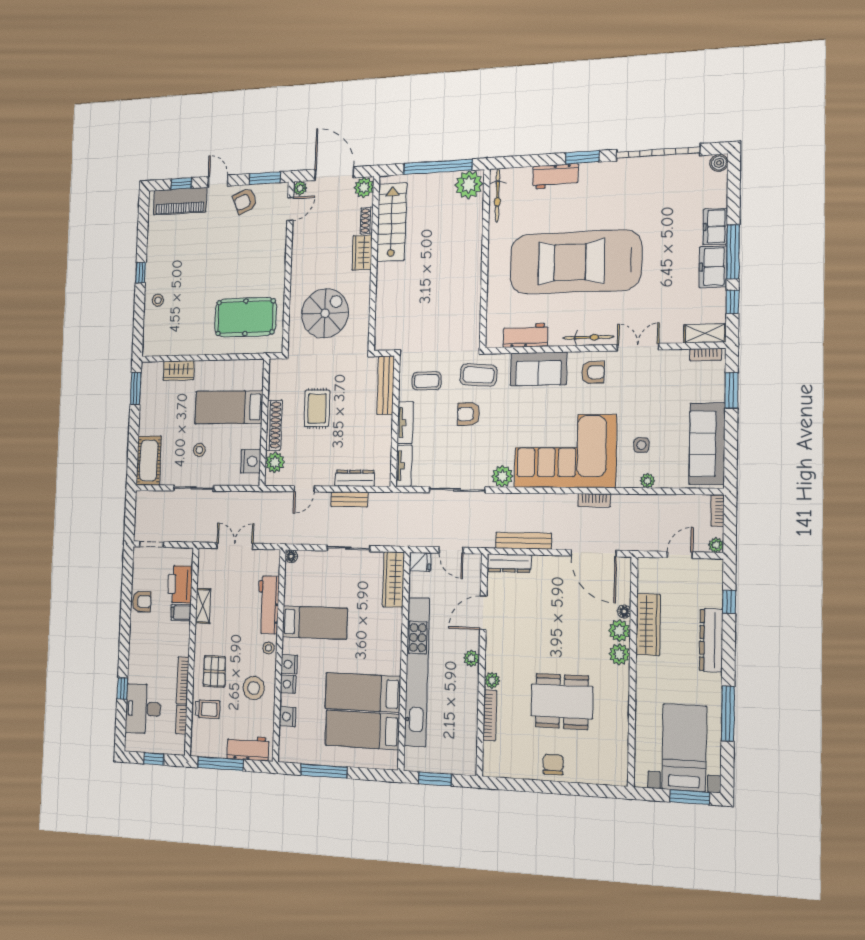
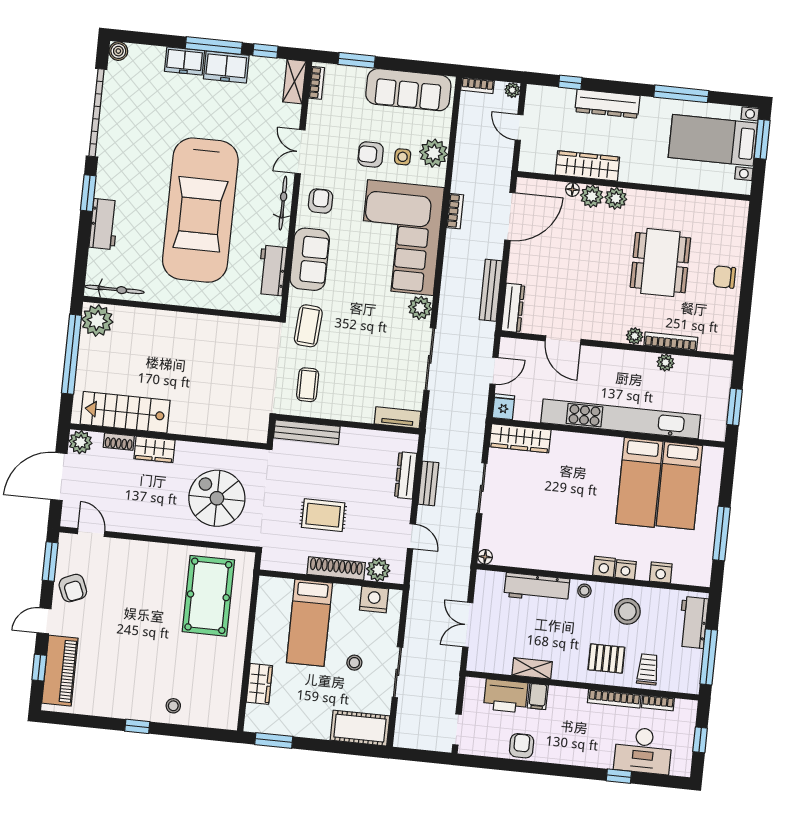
plant: (300, 188) -> (69, 519), removed
armchair: (468, 414) -> (371, 154), moved, turned 90
tv unit: (405, 423) -> (351, 413), removed
plant: (648, 481) -> (434, 153), width x1.87, depth x1.87
bed: (315, 623) -> (560, 534), removed
plant: (471, 658) -> (665, 363), moved

